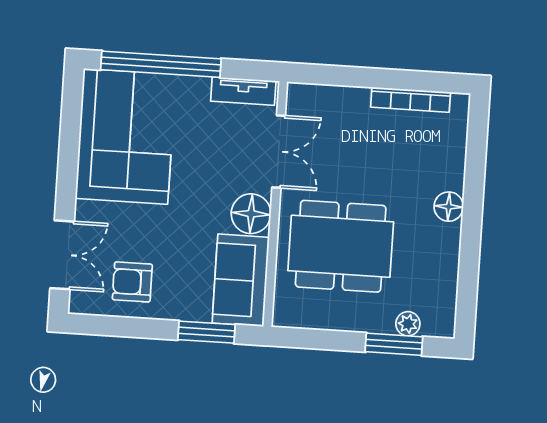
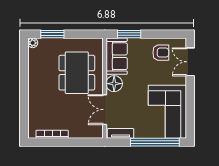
floor lamp: (449, 207) -> (34, 92), removed
dining table: (341, 246) -> (77, 73), turned 90
plant: (408, 324) -> (33, 43), moved

